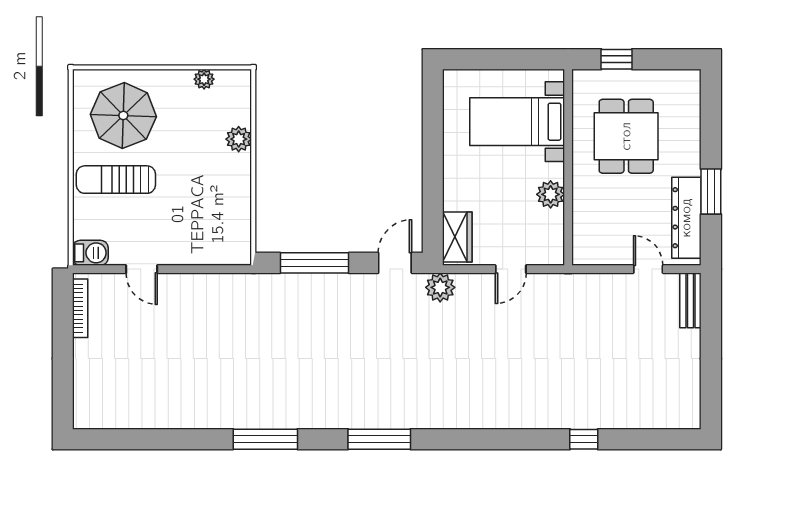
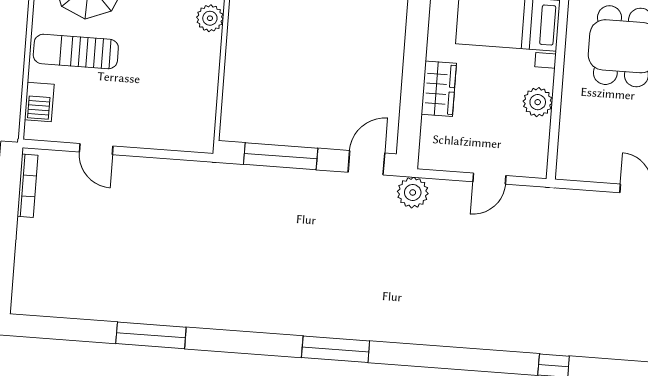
wardrobe: (457, 237) -> (439, 89), moved
barbecue: (90, 253) -> (39, 102), moved, turned 90
window: (265, 439) -> (151, 335), moved

